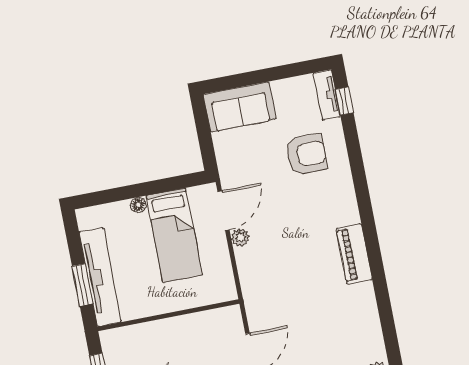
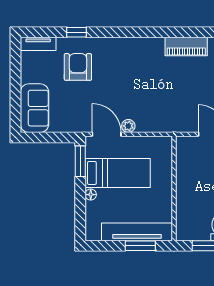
window: (344, 101) -> (76, 32), moved
window: (180, 182) -> (80, 161), added
piano: (354, 254) -> (186, 46), moved

